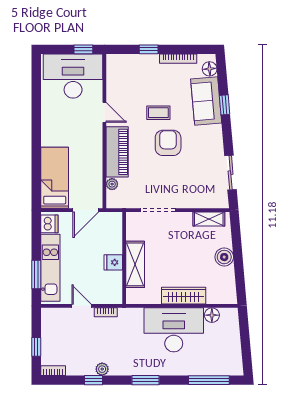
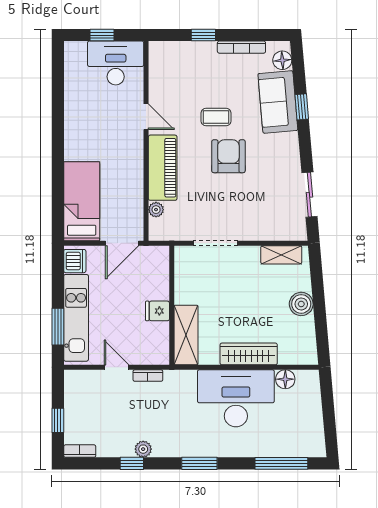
window: (83, 49) -> (102, 35), moved
desk: (73, 76) -> (116, 63), width x0.73, depth x0.77
shelving: (135, 264) -> (186, 335), moved

